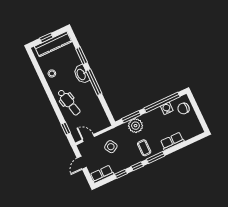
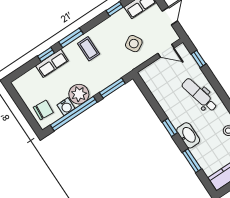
window: (94, 82) -> (170, 127), width x0.46
plant: (135, 126) -> (79, 94), moved
window: (137, 166) -> (46, 54), moved

